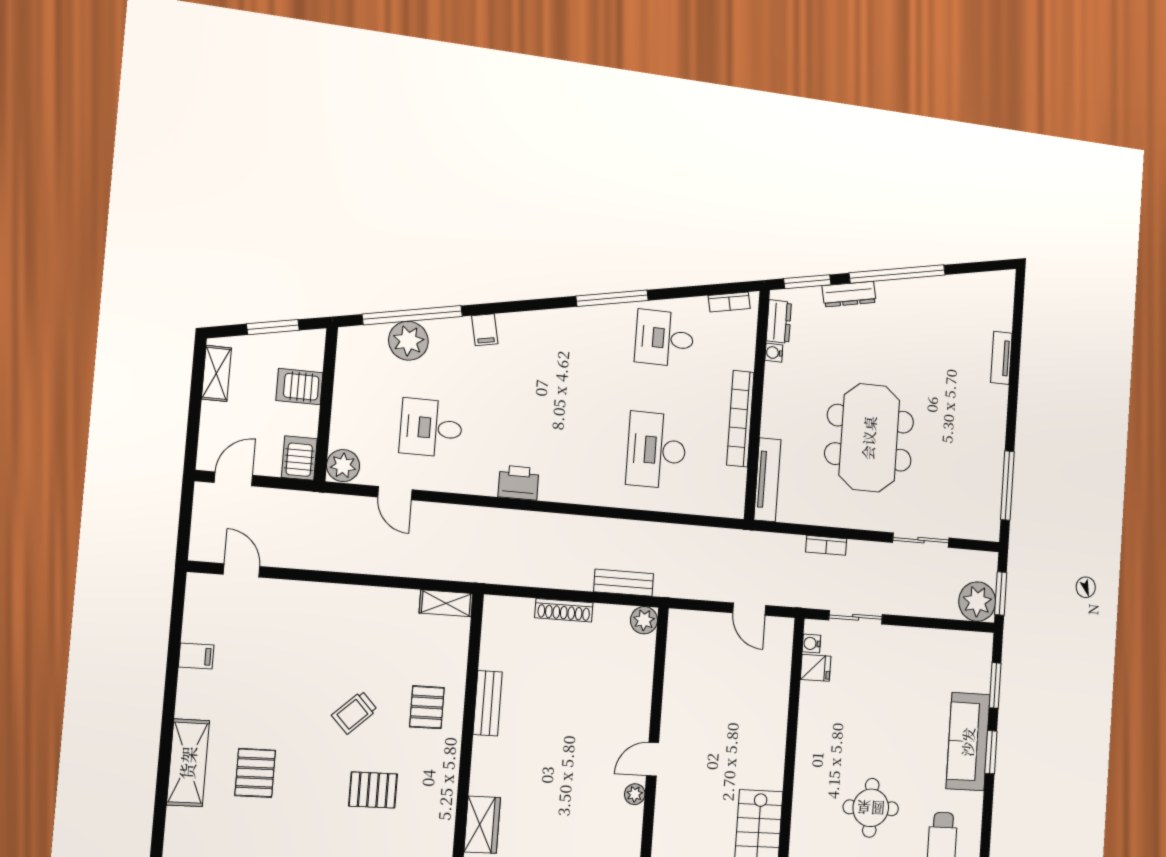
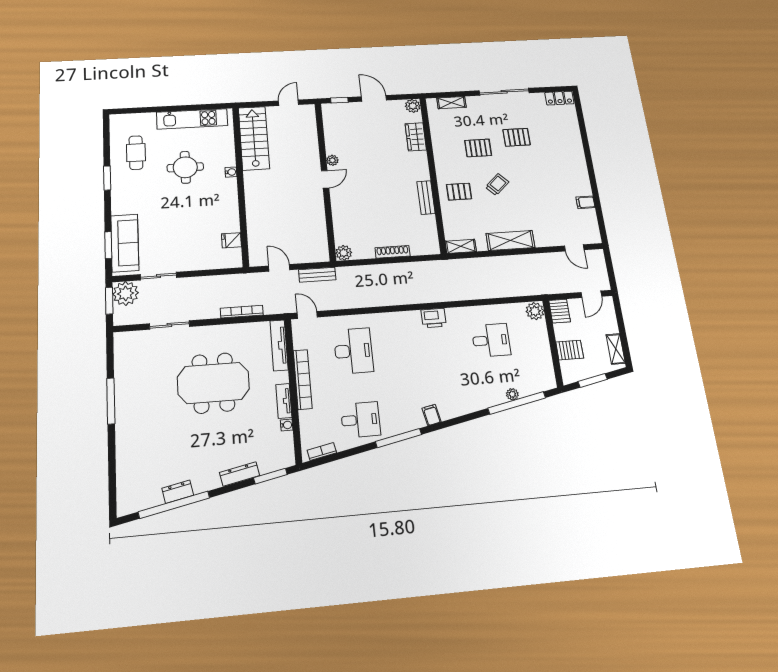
window: (897, 274) -> (174, 505), moved
dresser: (779, 322) -> (178, 492), moved, turned 78
filing cabinet: (485, 330) -> (432, 415), moved
plant: (408, 341) -> (512, 394), width x0.53, depth x0.53
tv unit: (1001, 358) -> (284, 401), moved, turned 180
meeting table: (869, 438) -> (213, 383), turned 90
window: (1007, 485) -> (111, 401), moved
door: (395, 493) -> (307, 315), moved
bookcase: (826, 545) -> (242, 312), width x1.56
bench: (624, 583) -> (317, 275), moved
sliding door: (856, 617) -> (158, 276), moved
water cooler: (811, 643) -> (231, 172), moved
pallet: (427, 707) -> (459, 192), turned 90
sofa: (968, 742) -> (125, 243), moved
window: (991, 752) -> (107, 178), moved
shelving: (188, 763) -> (510, 240), moved, turned 90
pallet: (255, 773) -> (516, 137), moved, turned 90

